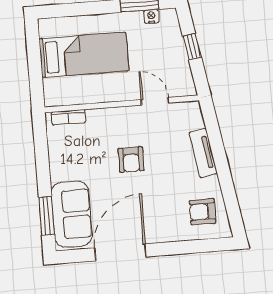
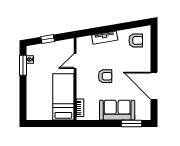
bed: (84, 55) -> (63, 97), moved
armchair: (203, 212) -> (136, 40), turned -90
sofa: (72, 214) -> (117, 110), moved

